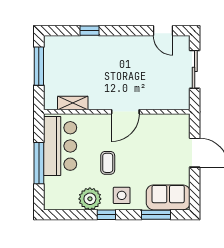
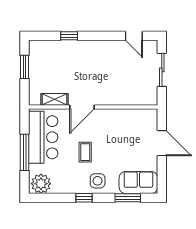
window: (39, 66) -> (25, 67), width x0.69
door: (125, 112) -> (82, 107), moved
plant: (90, 199) -> (41, 184), moved

